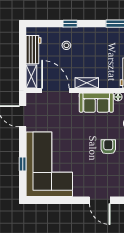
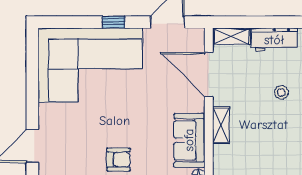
door: (55, 91) -> (209, 75), swing flipped
window: (23, 164) -> (113, 22), moved

